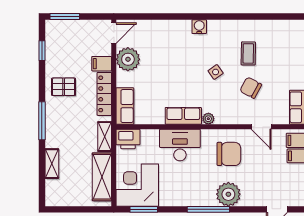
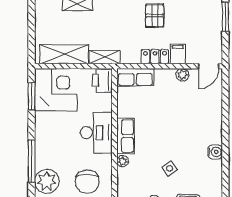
door: (114, 33) -> (209, 66), hinge flipped
plant: (128, 59) -> (182, 75), width x0.53, depth x0.53
locker: (104, 94) -> (155, 57), width x0.66

